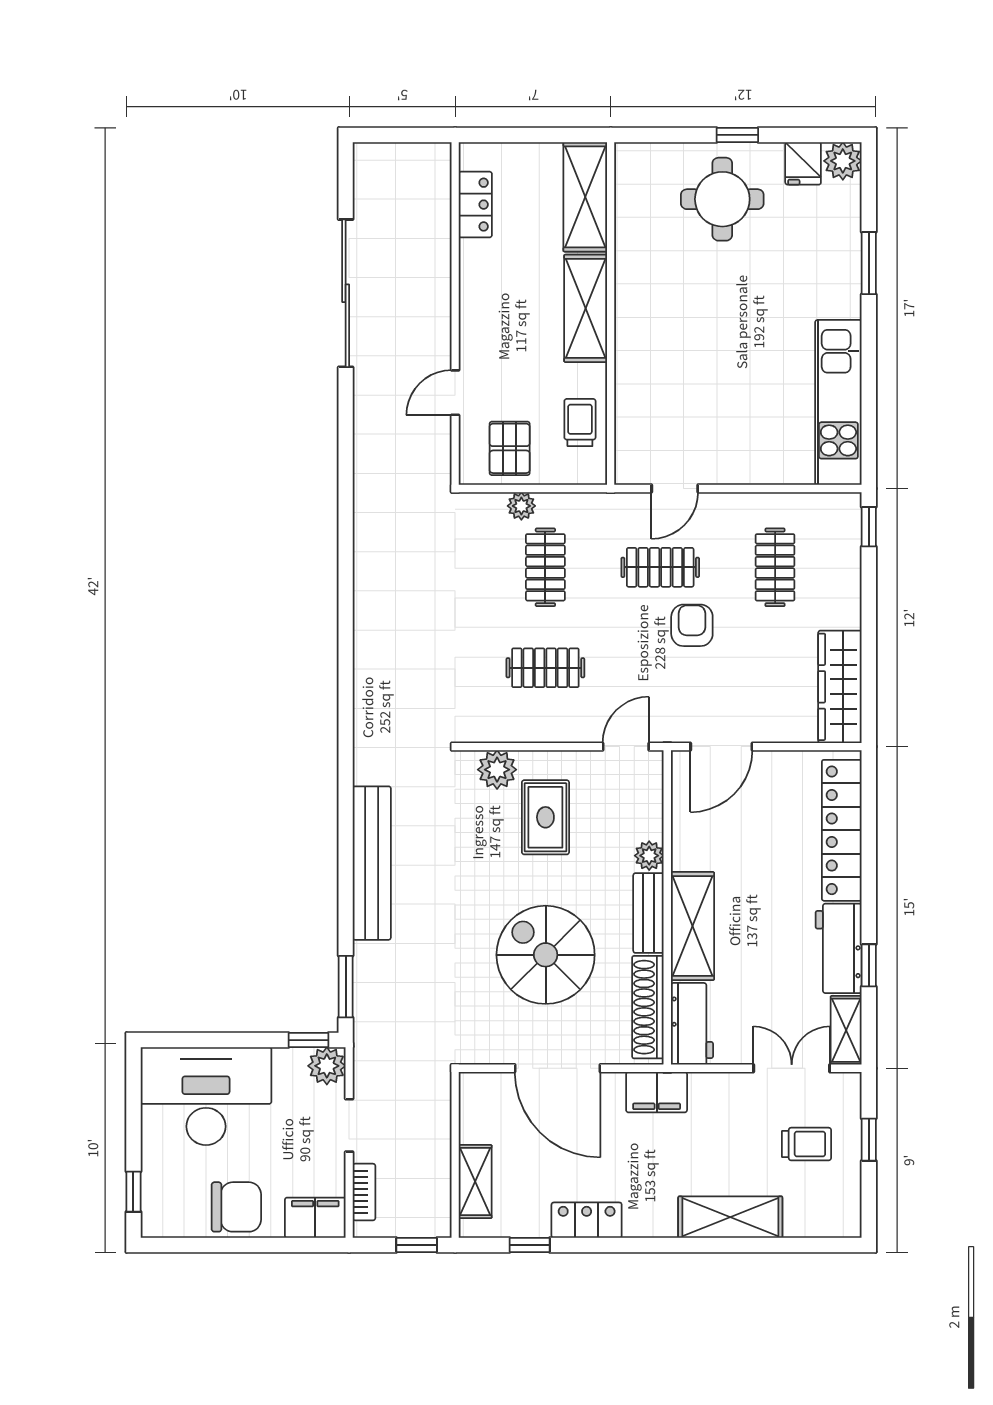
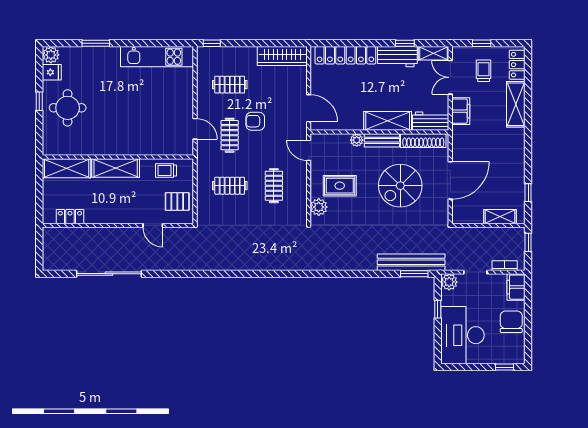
plant: (521, 506) -> (203, 196), removed
bench: (372, 863) -> (411, 262), moved
window: (309, 1040) -> (438, 309), moved
filing cabinet: (657, 1092) -> (461, 111), moved
locker: (587, 1220) -> (517, 65), moved

